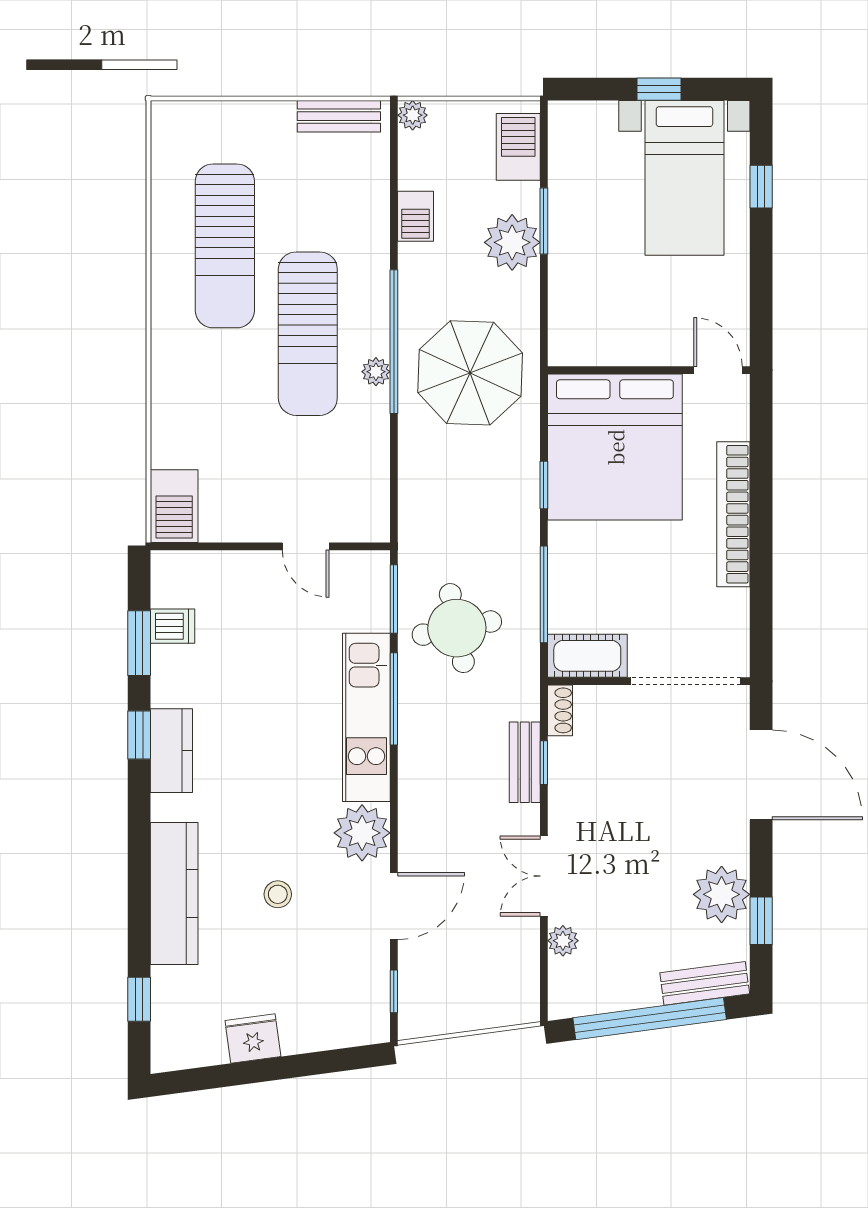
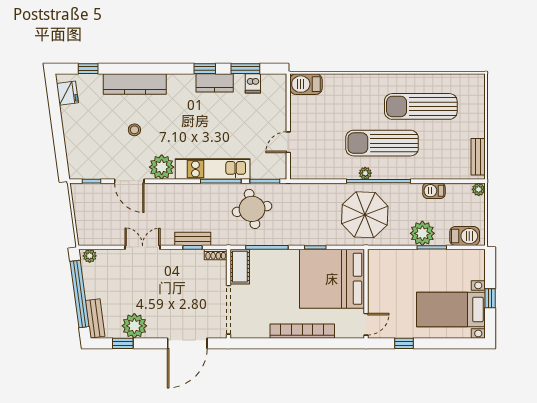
window: (761, 187) -> (404, 343), moved
kitchen counter: (171, 751) -> (215, 83), moved
plant: (563, 941) -> (90, 256), moved
fridge: (253, 1039) -> (67, 93), moved

